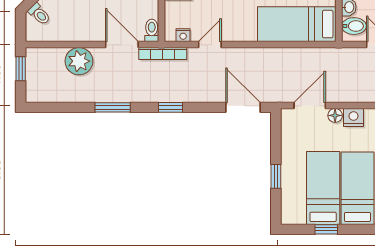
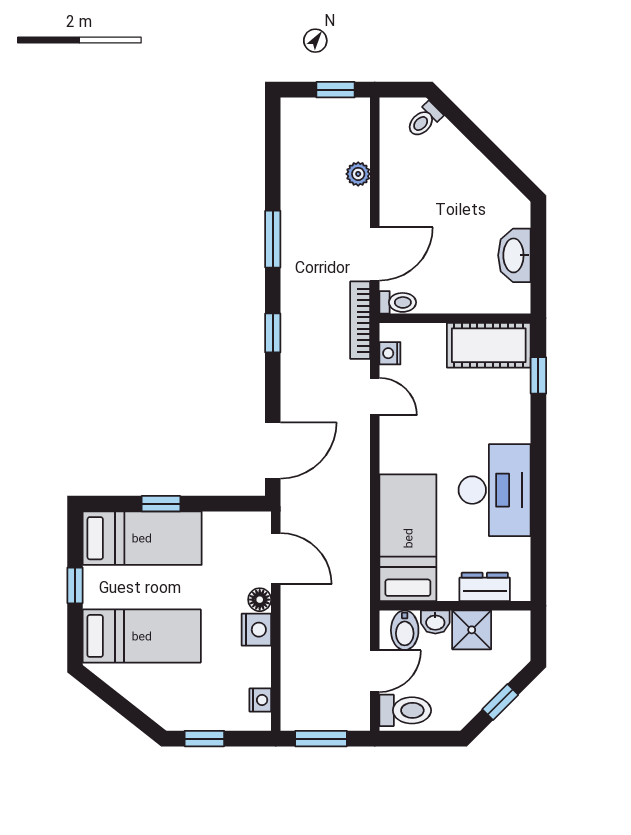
plant: (79, 61) -> (358, 174), width x0.53, depth x0.53
bed: (323, 188) -> (142, 538), moved

